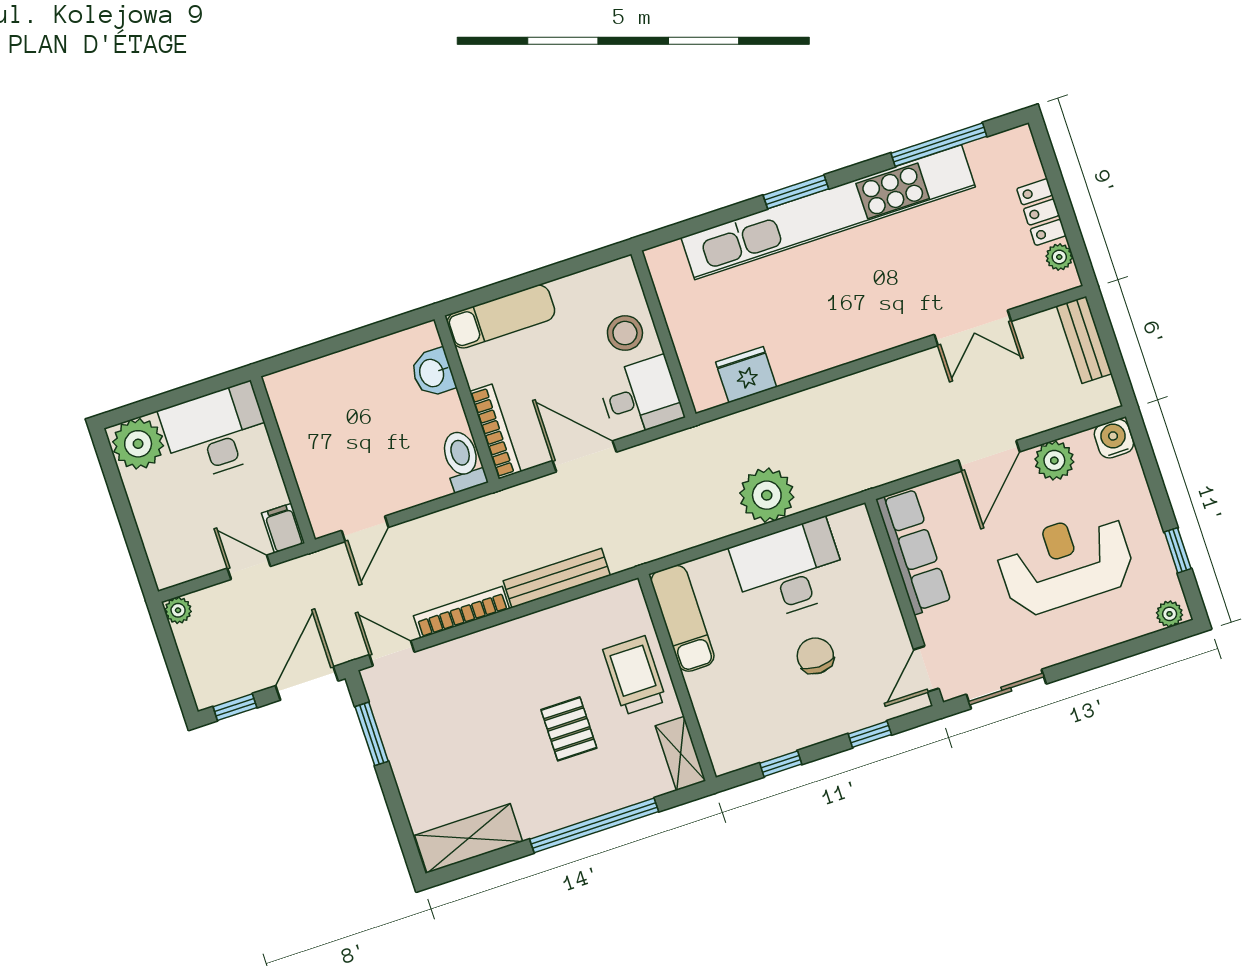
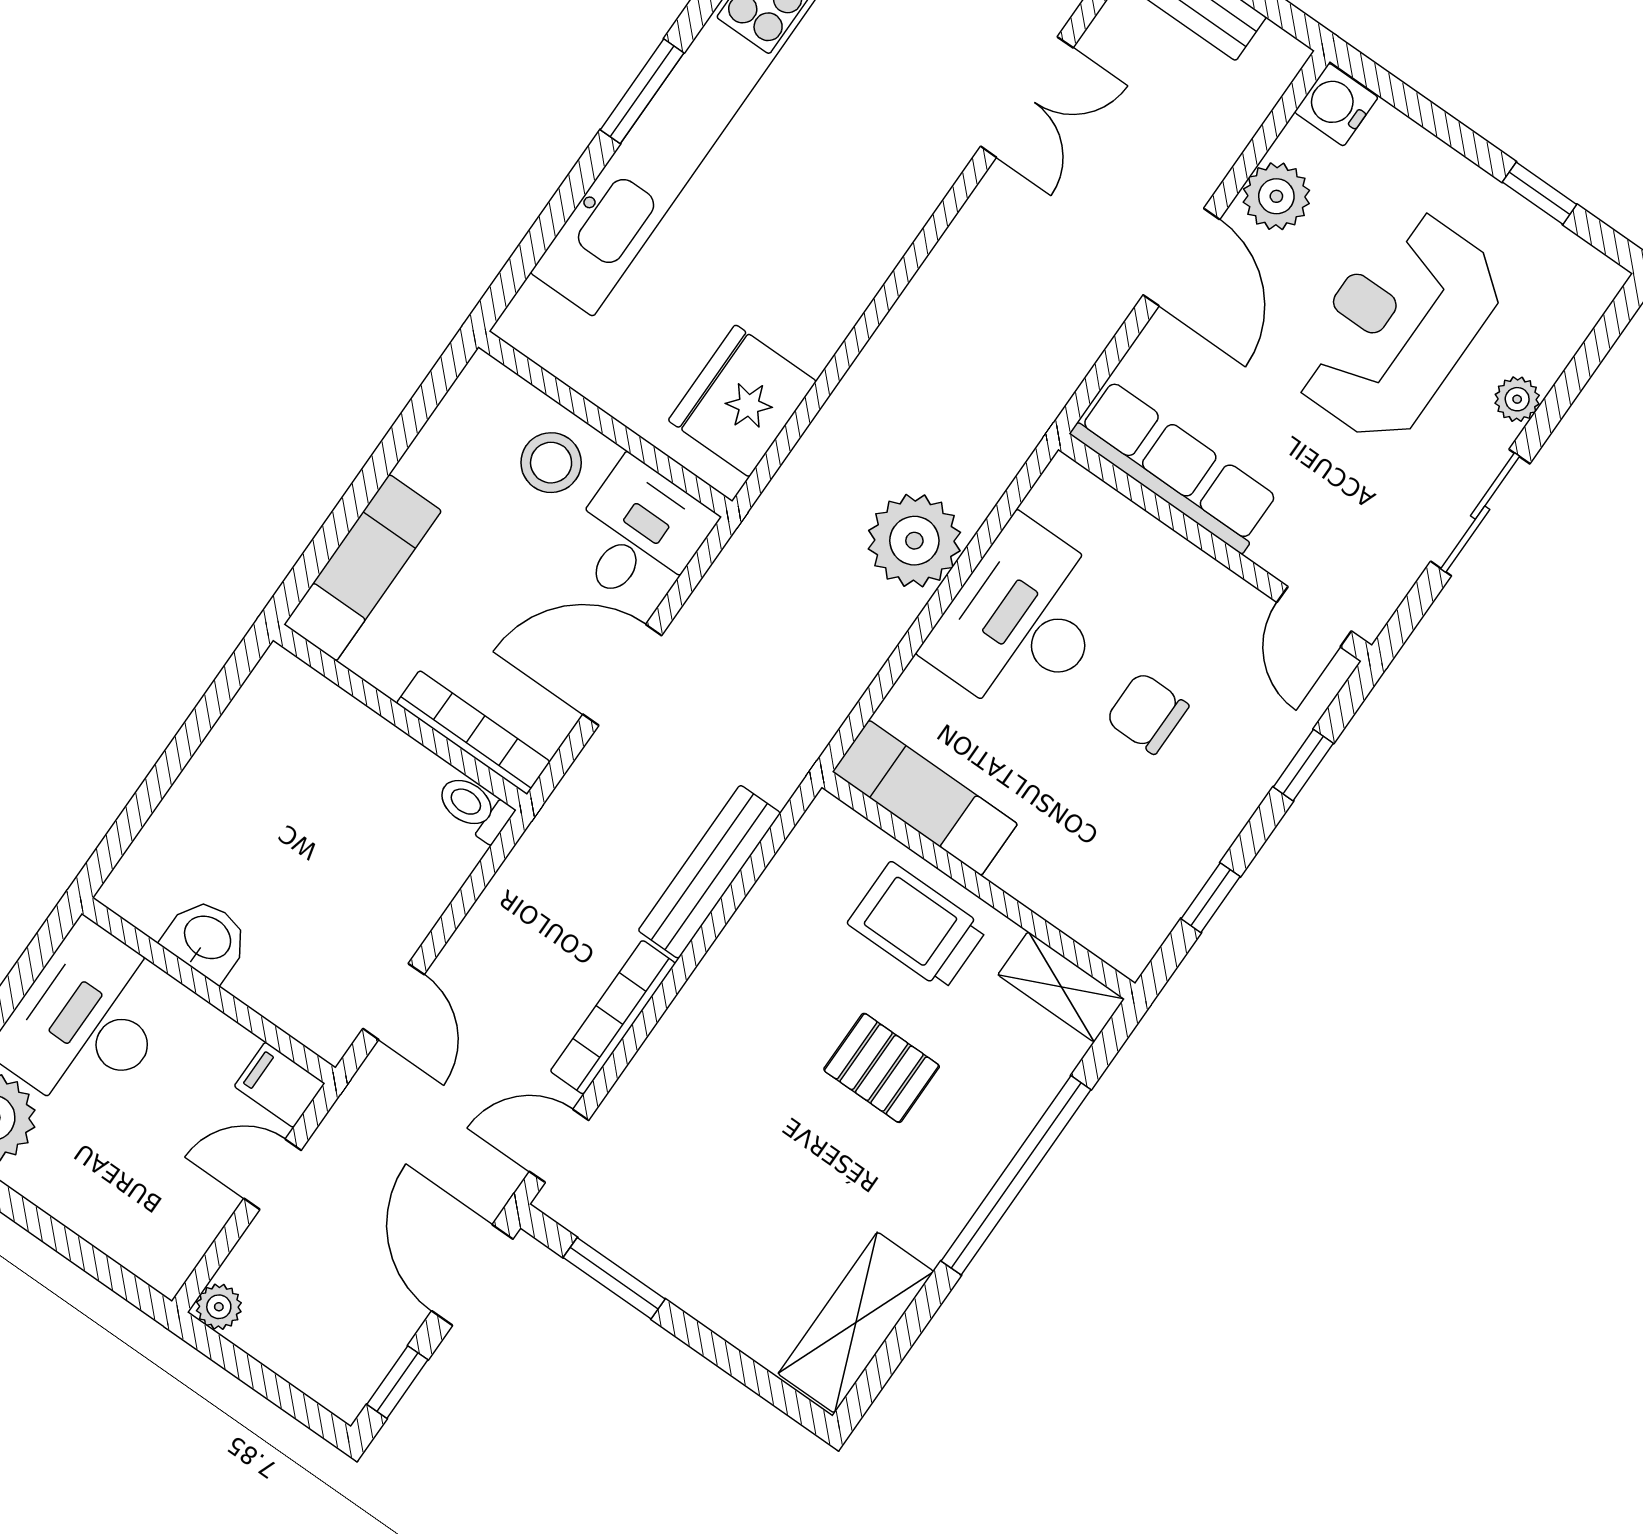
washbasin: (433, 373) -> (206, 939), moved, turned 180
fridge: (746, 375) -> (742, 401), width x1.36, depth x1.34
toilet: (463, 460) -> (474, 807), width x0.73, depth x0.72
plant: (1170, 614) -> (1517, 399), moved
sliding door: (1006, 689) -> (1480, 513), moved

